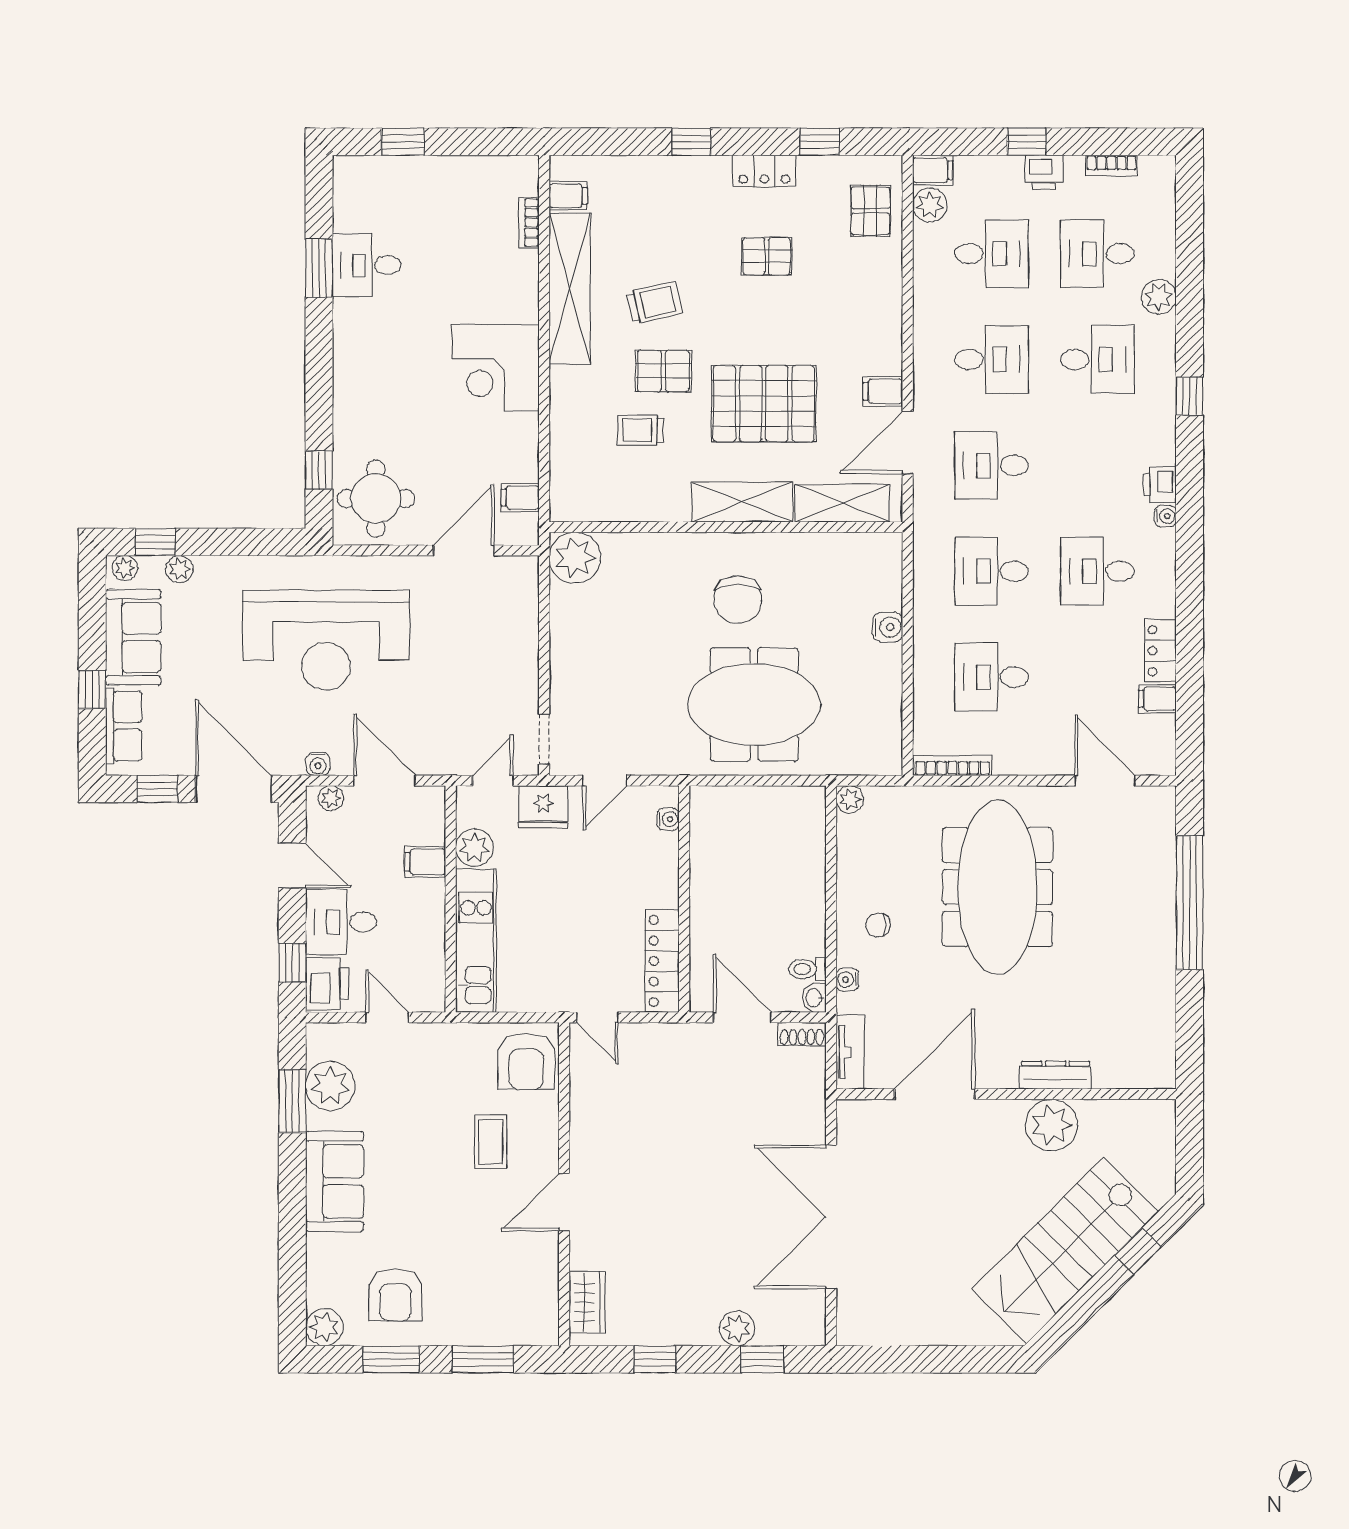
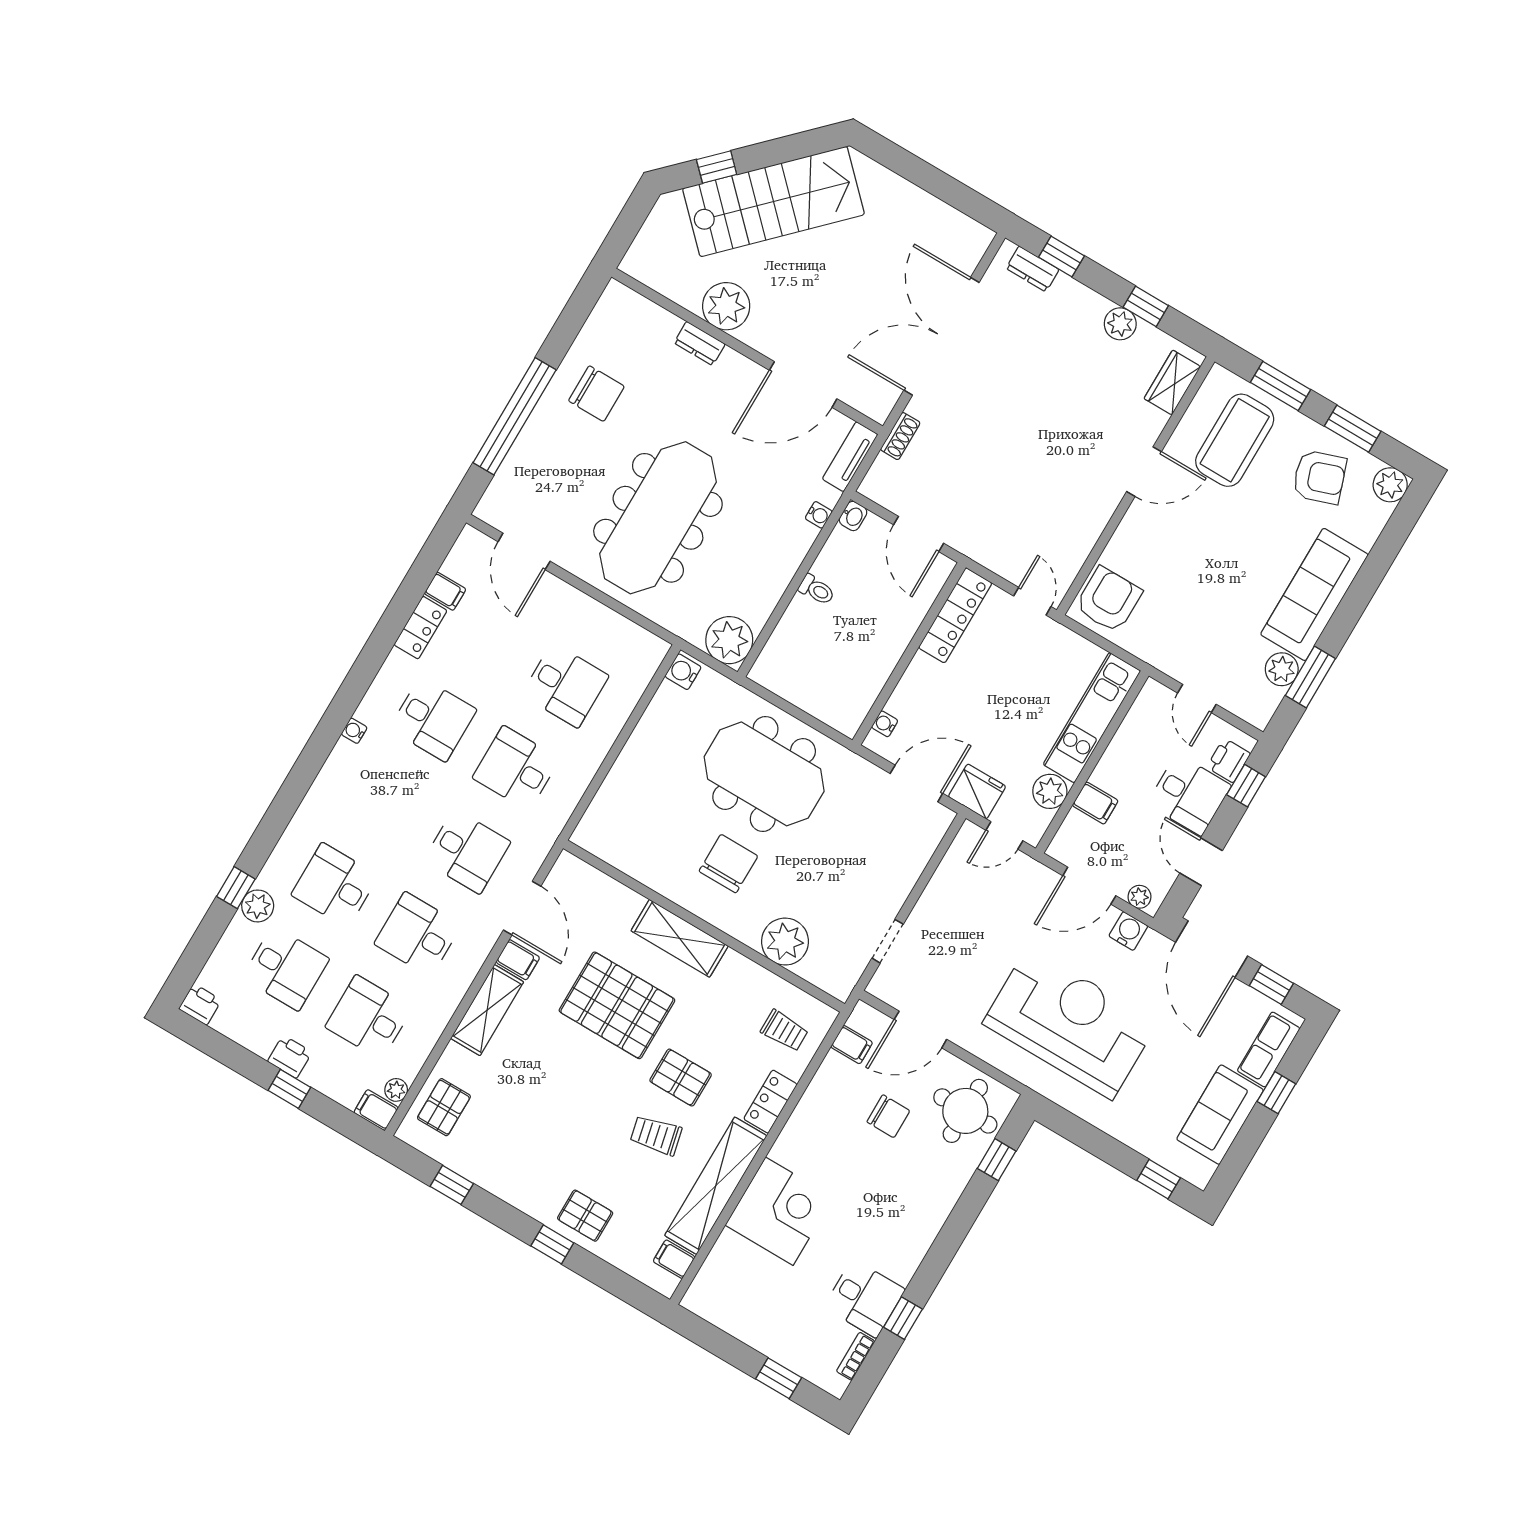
bookcase: (1111, 165) -> (234, 1031), removed
locker: (764, 171) -> (770, 1102), moved, turned -90
plant: (930, 205) -> (396, 1090), width x0.73, depth x0.73
bookcase: (529, 223) -> (856, 1356), moved, turned 180
pallet: (767, 256) -> (585, 1216), moved
window: (319, 268) -> (903, 1318), width x0.67
corner desk: (496, 368) -> (779, 1211), moved
window: (1190, 396) -> (236, 888), moved
trolley: (641, 430) -> (784, 1031), moved
door: (908, 443) -> (522, 908), hinge flipped
chair: (446, 450) -> (888, 1116), added
printer: (1160, 485) -> (200, 1004), moved, turned -90
shelving: (842, 503) -> (487, 1010), moved, turned 90
plant: (575, 558) -> (785, 942), moved
plant: (125, 568) -> (1194, 1173), removed
plant: (179, 569) -> (1152, 1147), removed
desk: (992, 571) -> (516, 768), turned 180
water cooler: (888, 627) -> (683, 672), moved
doorway: (544, 739) -> (888, 941), moved
water cooler: (318, 764) -> (1128, 931), width x1.38, depth x1.38
bookcase: (952, 766) -> (637, 634), removed
door: (385, 781) -> (1089, 886), hinge flipped
door: (605, 781) -> (916, 783), width x1.37
plant: (850, 799) -> (729, 640), width x1.87, depth x1.87
chair: (878, 925) -> (596, 394), moved, width x1.87, depth x1.87
toilet: (807, 969) -> (817, 590), moved
printer: (327, 984) -> (1229, 760), width x0.73, depth x0.81
shoe rack: (802, 1034) -> (900, 436), moved, turned 90
dresser: (1056, 1075) -> (700, 343), width x0.70
plant: (330, 1086) -> (1282, 669), width x0.73, depth x0.73
coffee table: (491, 1142) -> (1235, 440), moved, width x1.86, depth x1.72
sofa: (335, 1181) -> (1314, 594), width x1.36
double door: (831, 1217) -> (942, 336), swing flipped
armchair: (395, 1295) -> (1319, 477), turned 71
plant: (737, 1328) -> (1120, 324), moved
dresser: (783, 1331) -> (1032, 269), added

